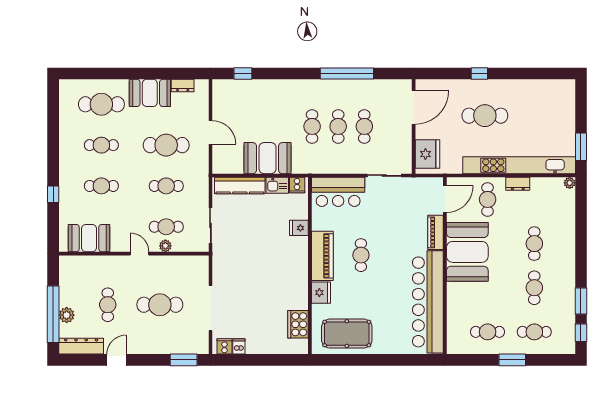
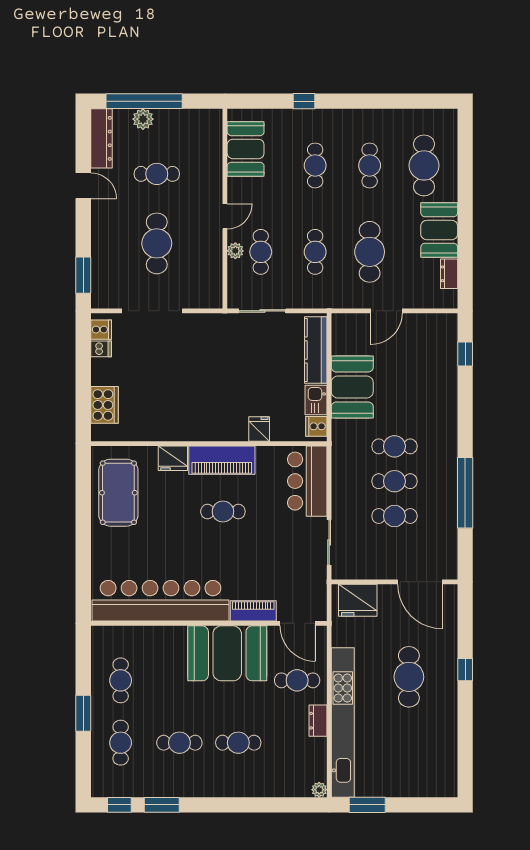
cooker: (298, 324) -> (104, 405), moved, turned 90

